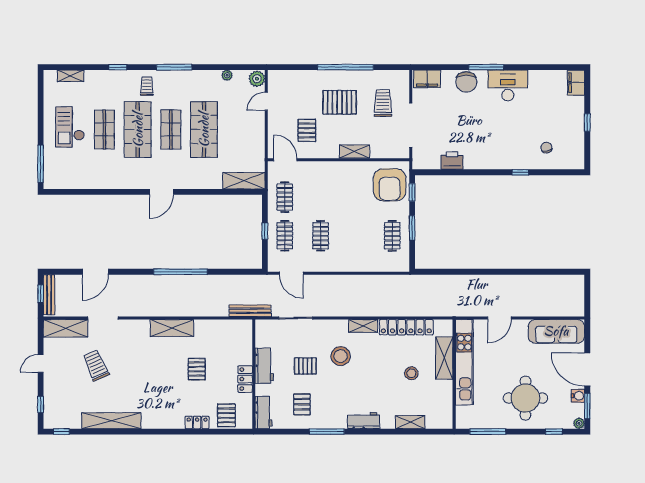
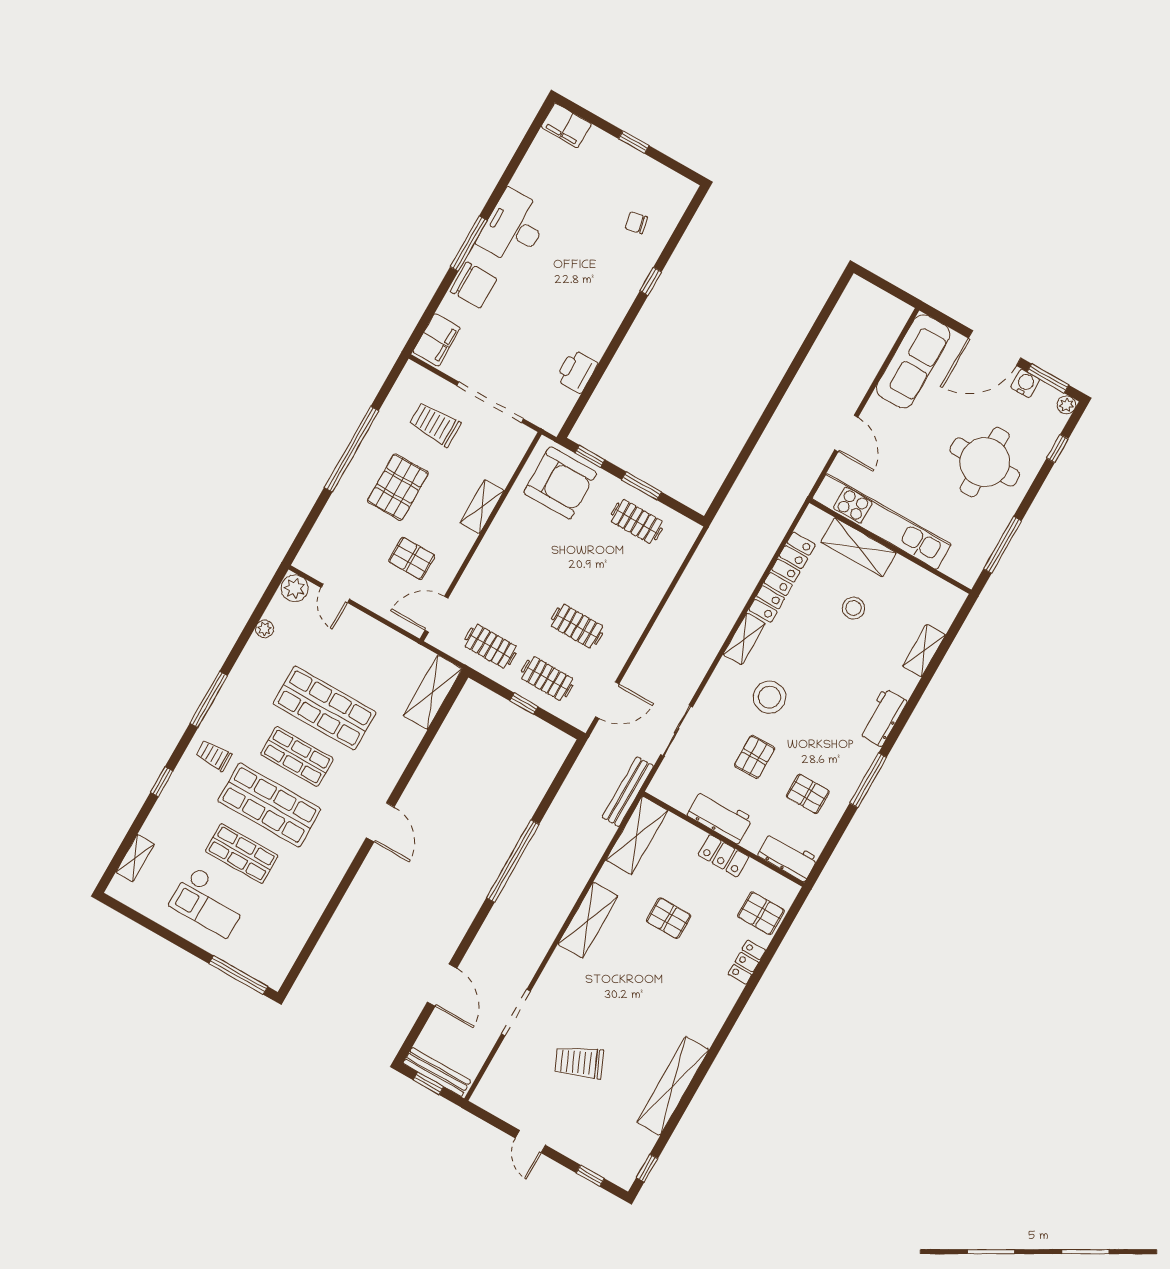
shelving: (66, 328) -> (637, 835), moved

